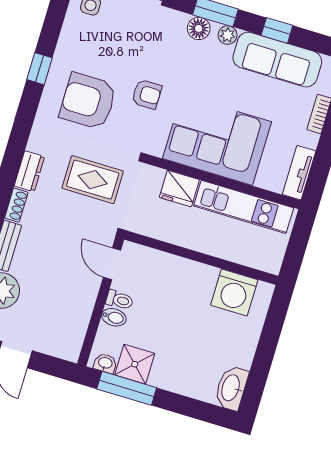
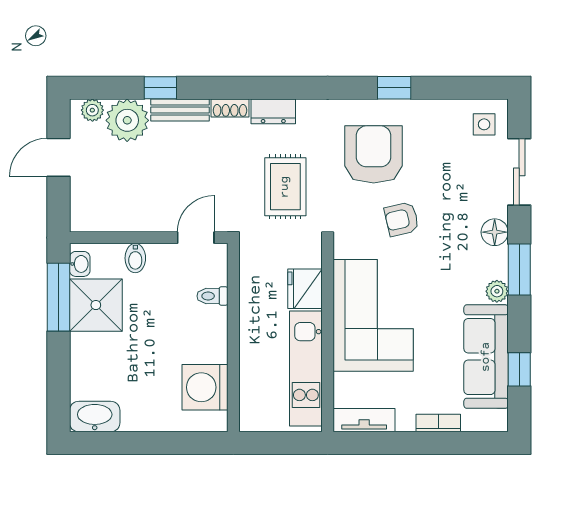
floor lamp: (199, 28) -> (495, 232), moved
window: (277, 30) -> (519, 369), moved
armchair: (147, 94) -> (402, 219), turned 77
toilet: (120, 300) -> (212, 296), moved, turned 90
shower: (135, 364) -> (96, 305), width x1.36, depth x1.36

